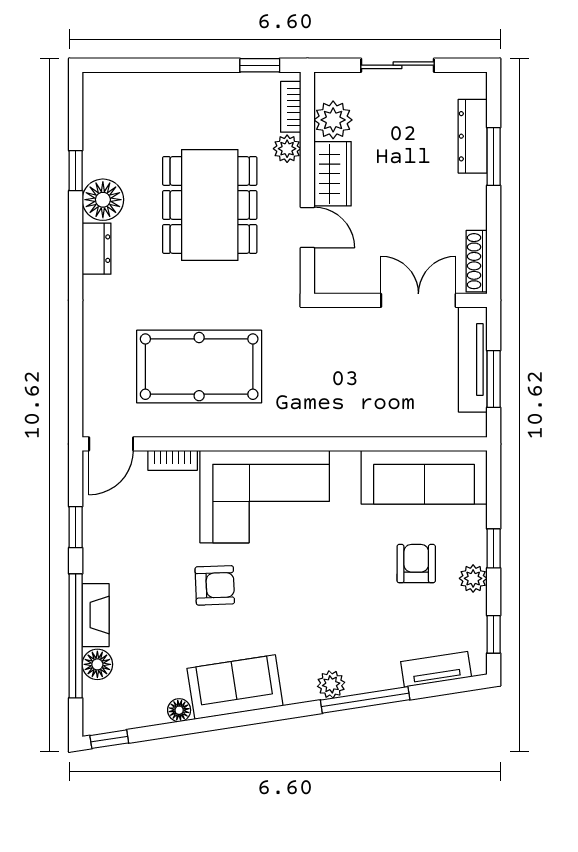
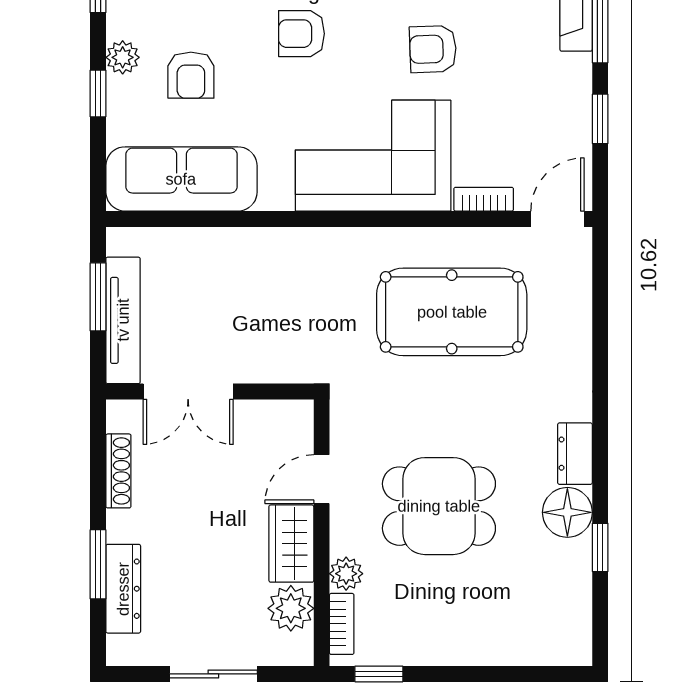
dining table: (210, 205) -> (439, 506), width x0.73
door: (307, 227) -> (322, 479), hinge flipped
shoe rack: (477, 261) -> (118, 471), moved
armchair: (324, 598) -> (301, 34), added

